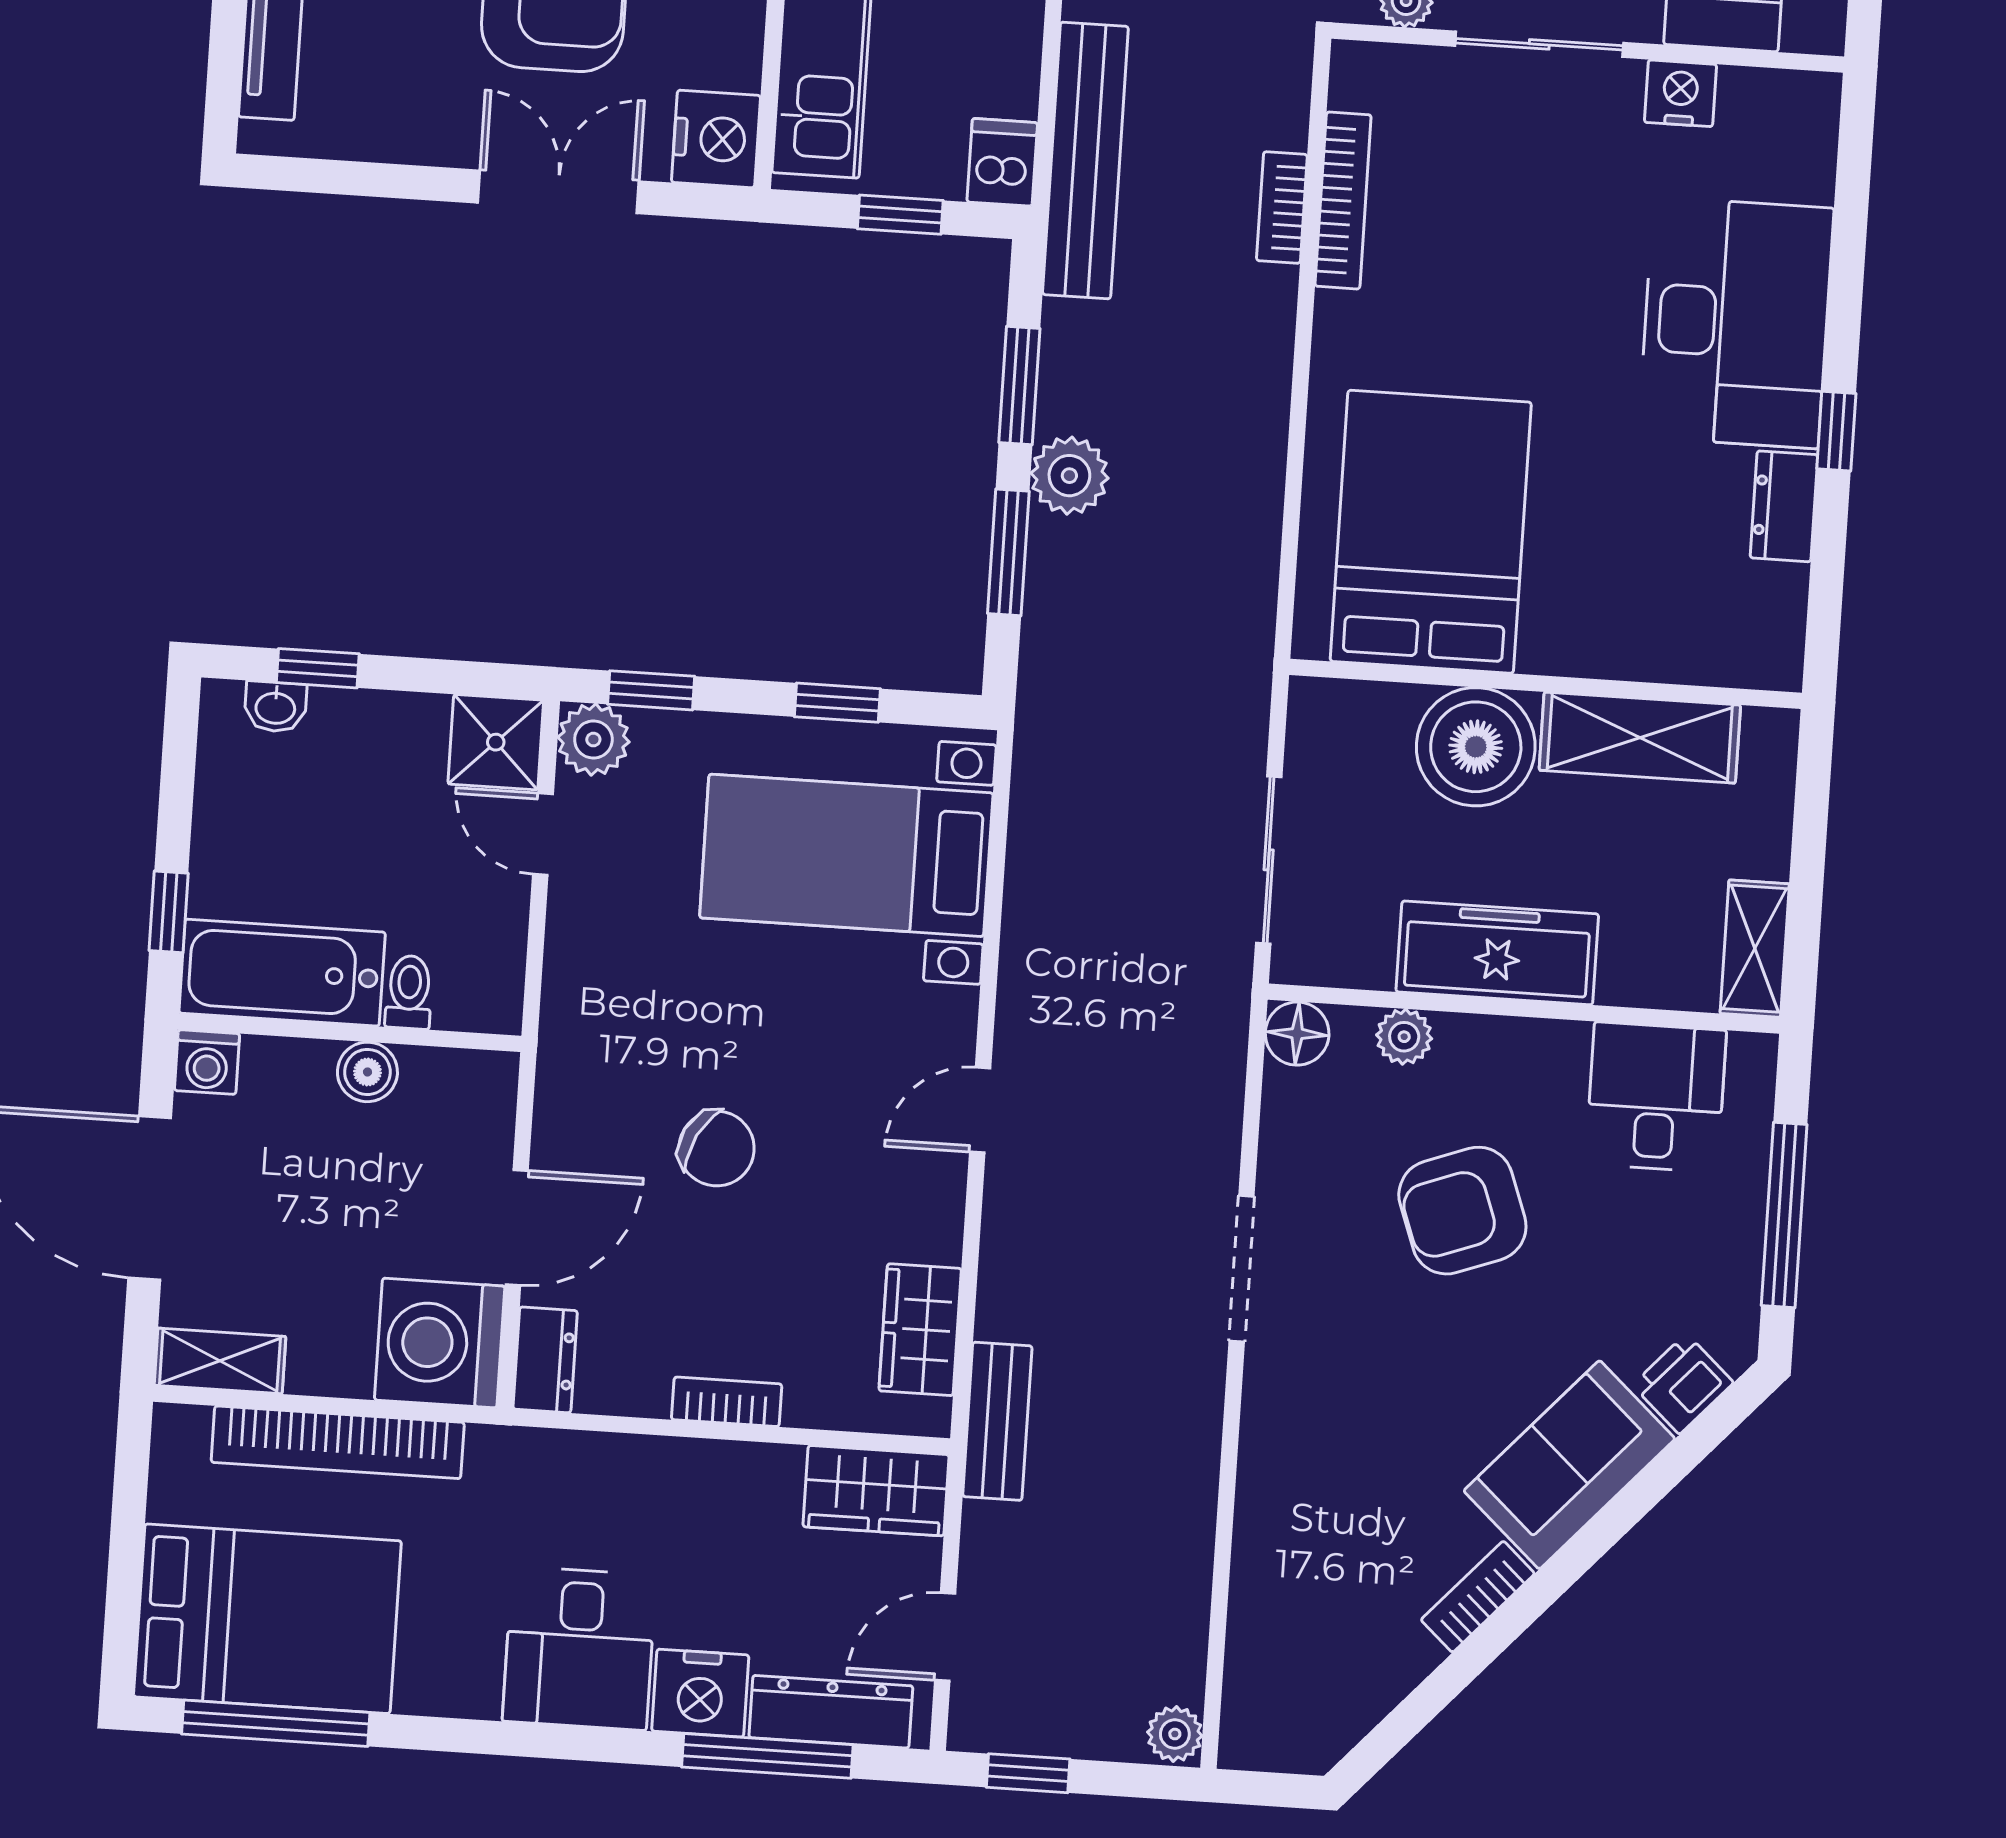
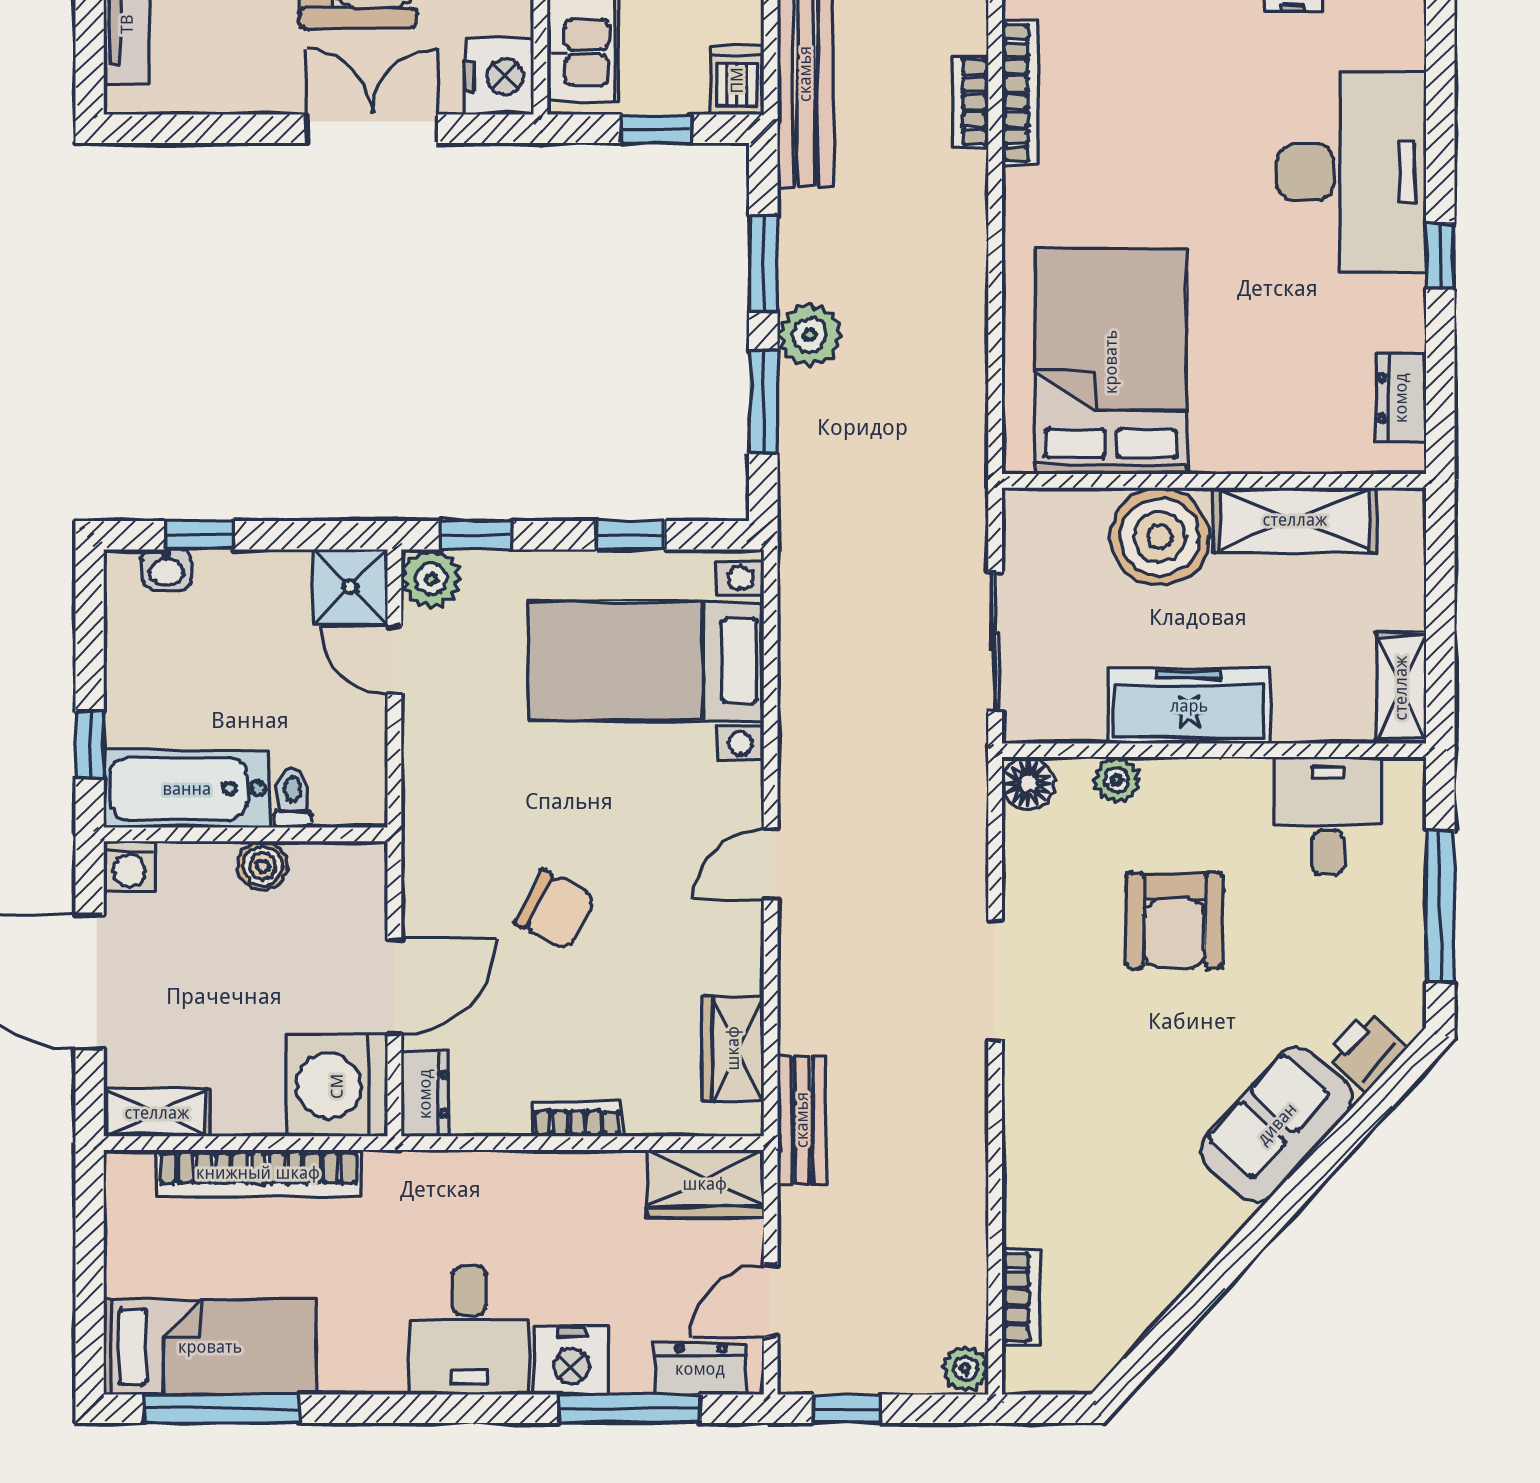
dresser: (1784, 506) -> (1401, 398), moved
armchair: (1462, 1211) -> (1174, 920), turned -70
bookcase: (1478, 1597) -> (1021, 1297), moved, turned 138
bed: (267, 1619) -> (210, 1347), width x0.67
dresser: (831, 1712) -> (700, 1369), width x0.70

